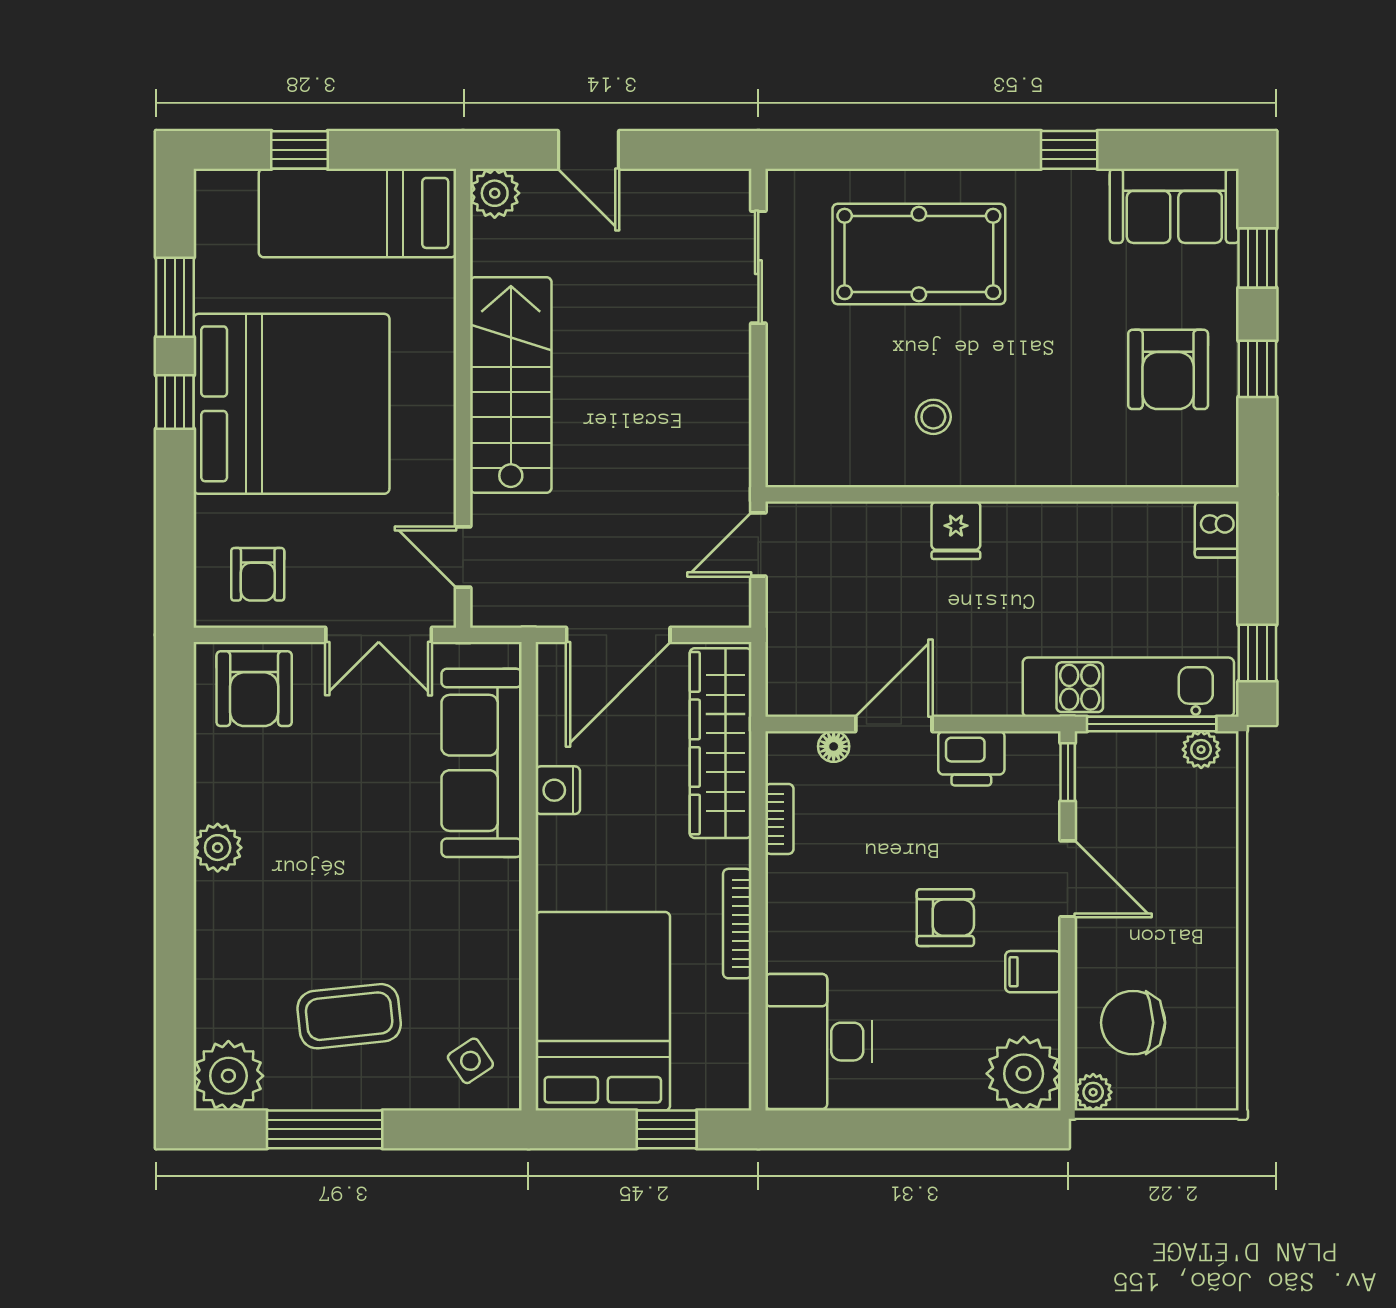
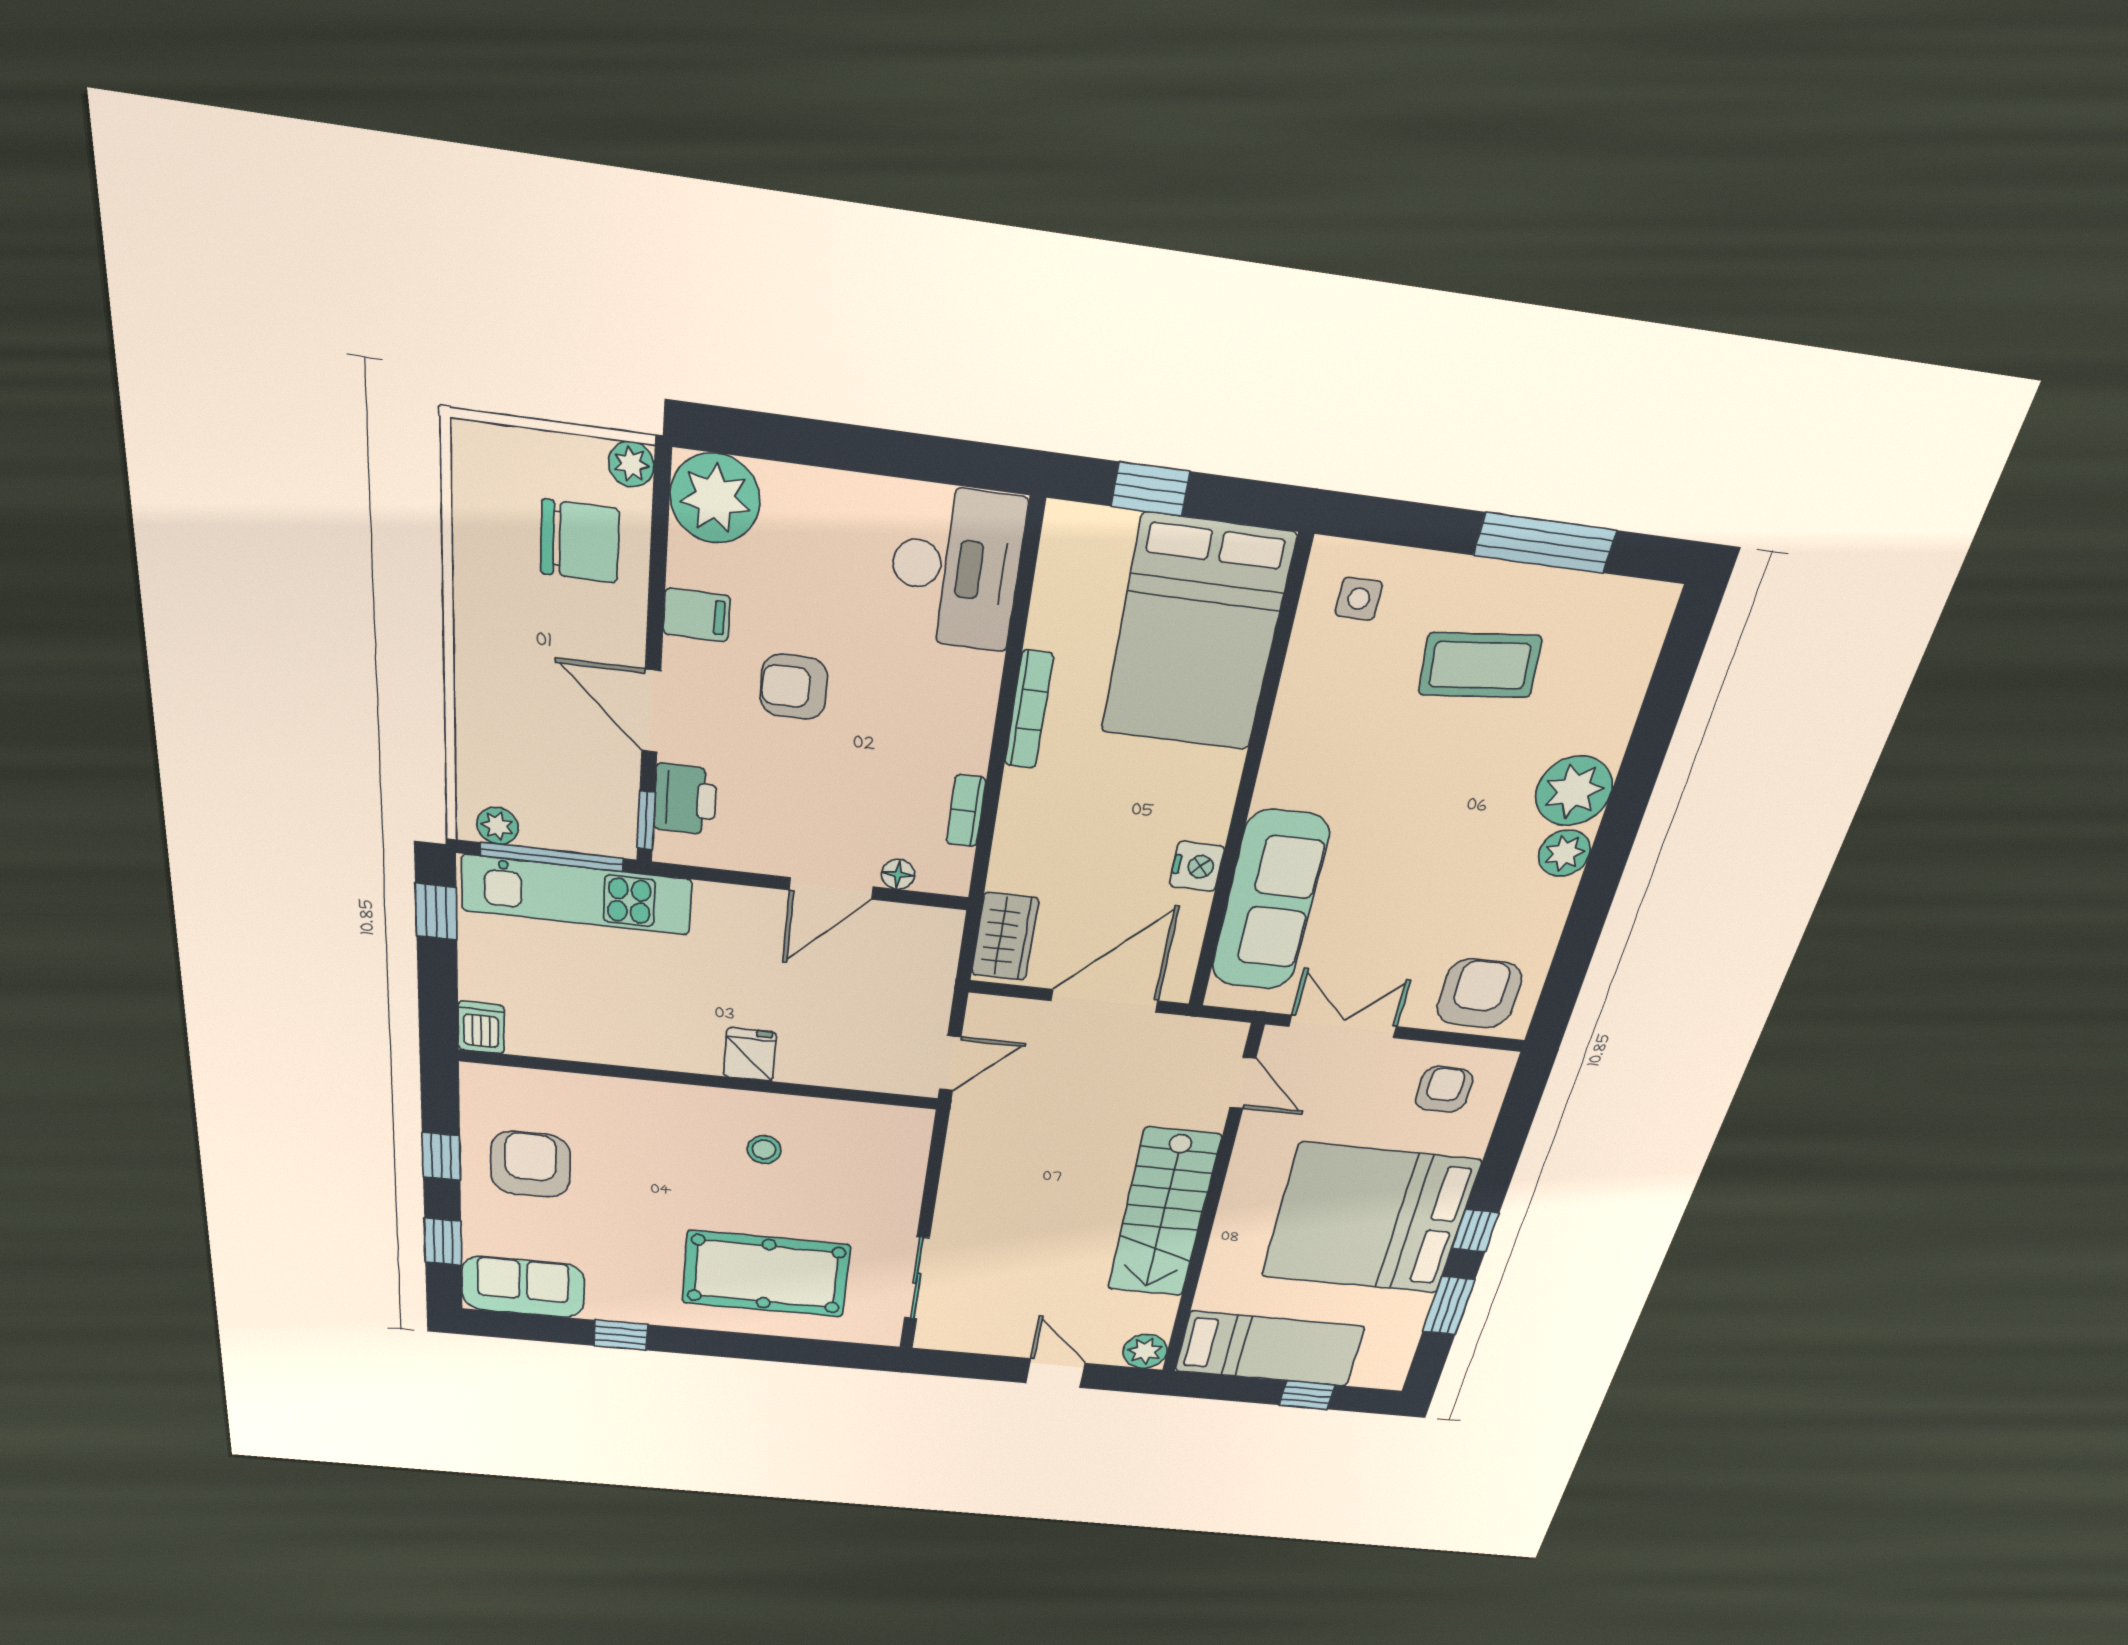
wardrobe: (721, 743) -> (1005, 937), width x0.48, depth x0.85
printer: (971, 758) -> (685, 799), moved, turned 90
side table: (470, 1061) -> (1359, 599), turned 34
plant: (228, 1076) -> (1574, 791), moved

